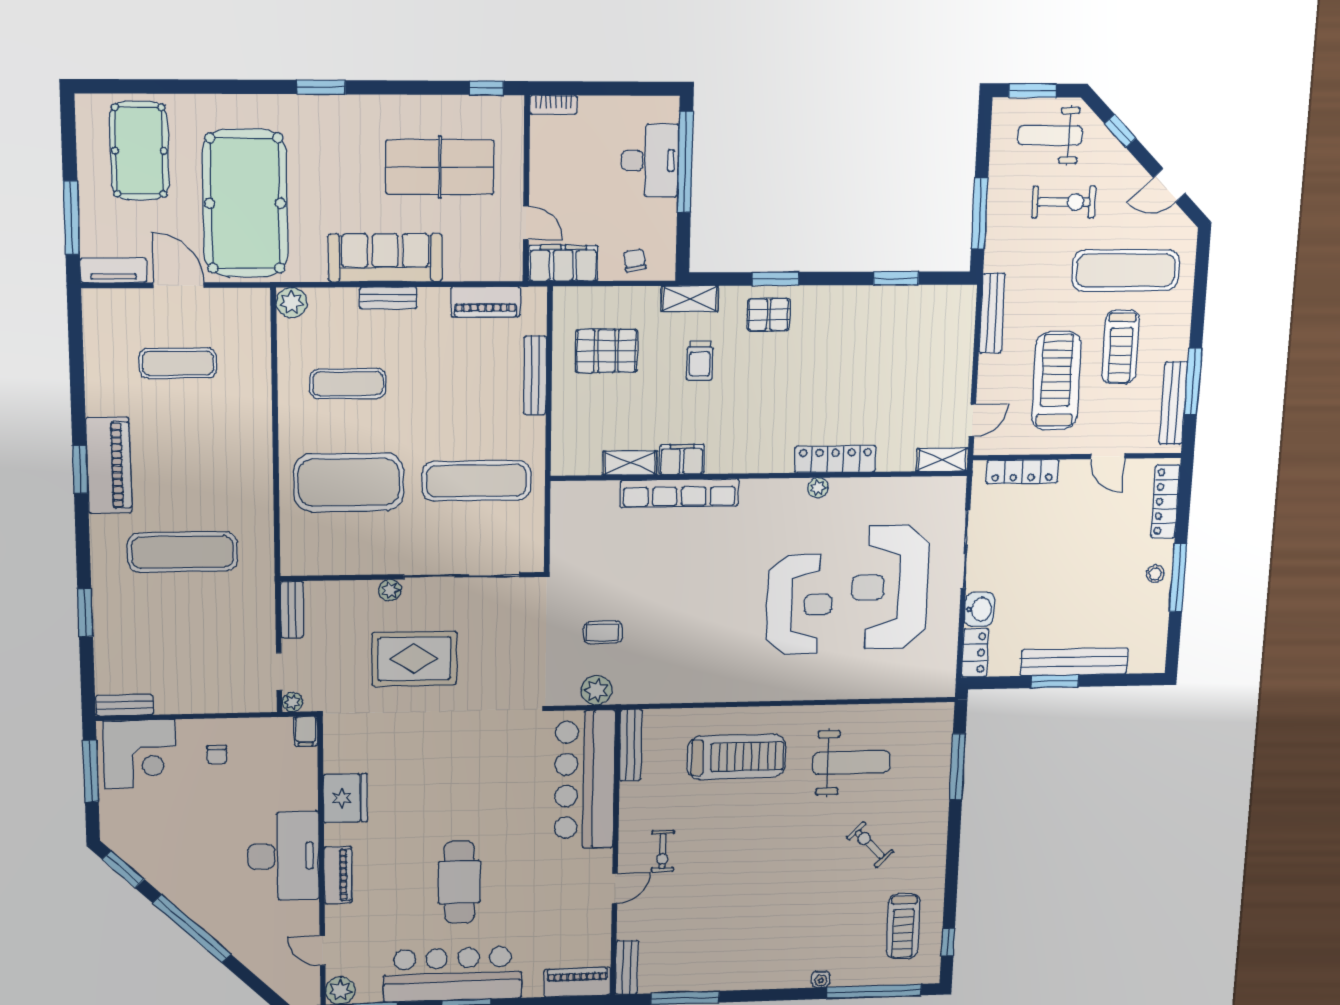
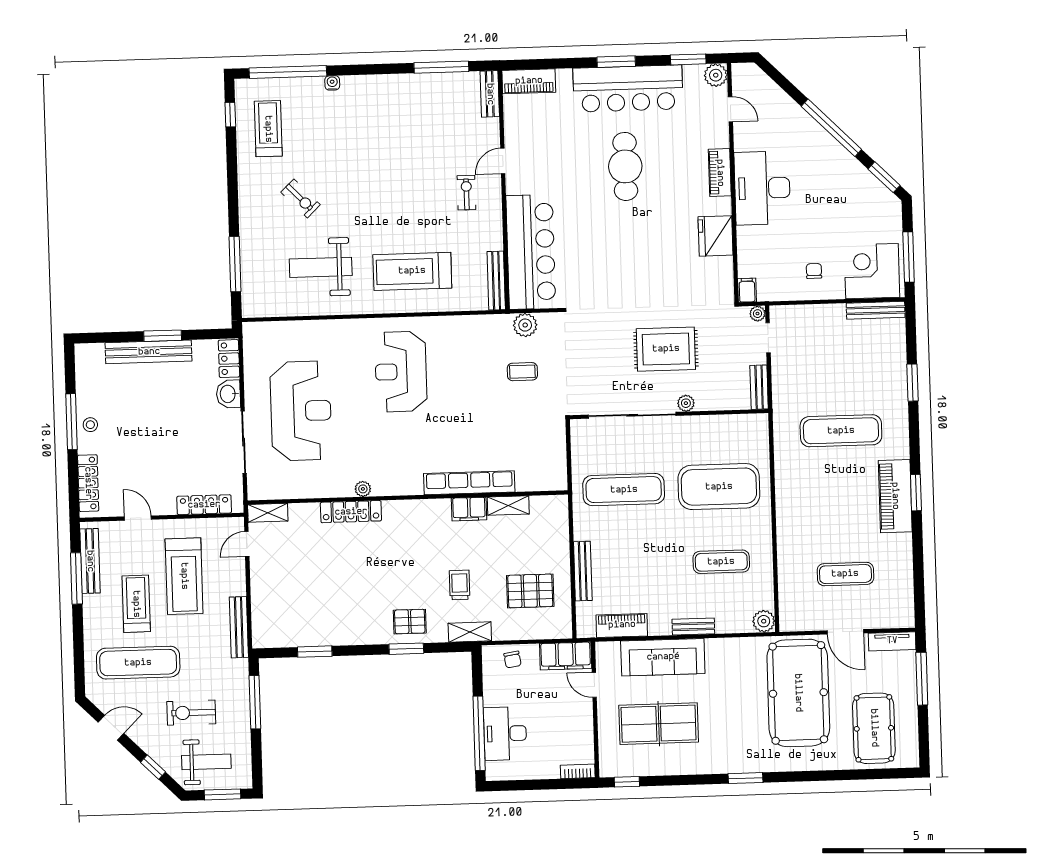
sofa: (385, 258) -> (663, 657), moved
reception desk: (799, 605) -> (401, 372), moved
bench: (125, 705) -> (876, 310), width x1.36

